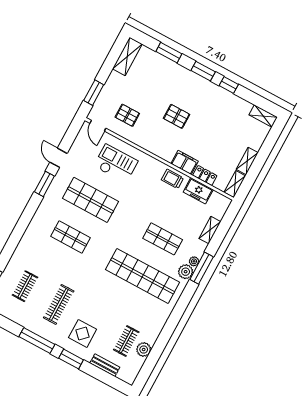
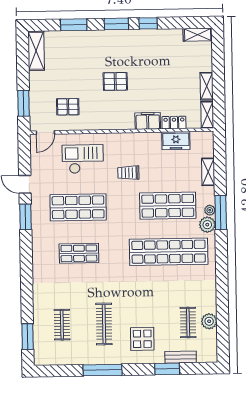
door: (98, 126) -> (45, 133), hinge flipped
trolley: (172, 179) -> (128, 173), moved
shop shelf: (163, 239) -> (168, 206), width x1.43, depth x1.36
window: (71, 359) -> (167, 369), moved

